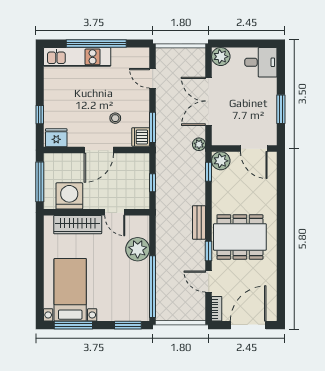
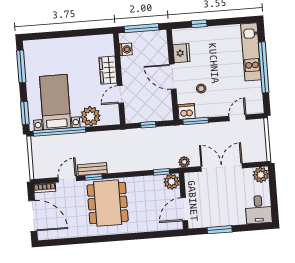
fridge: (56, 138) -> (181, 53), moved
washing machine: (69, 196) -> (126, 49), width x0.53, depth x0.53
bench: (199, 222) -> (92, 169), moved
wardrobe: (78, 225) -> (108, 70), width x0.67
bed with nightstands: (70, 290) -> (55, 102), moved, turned -90

